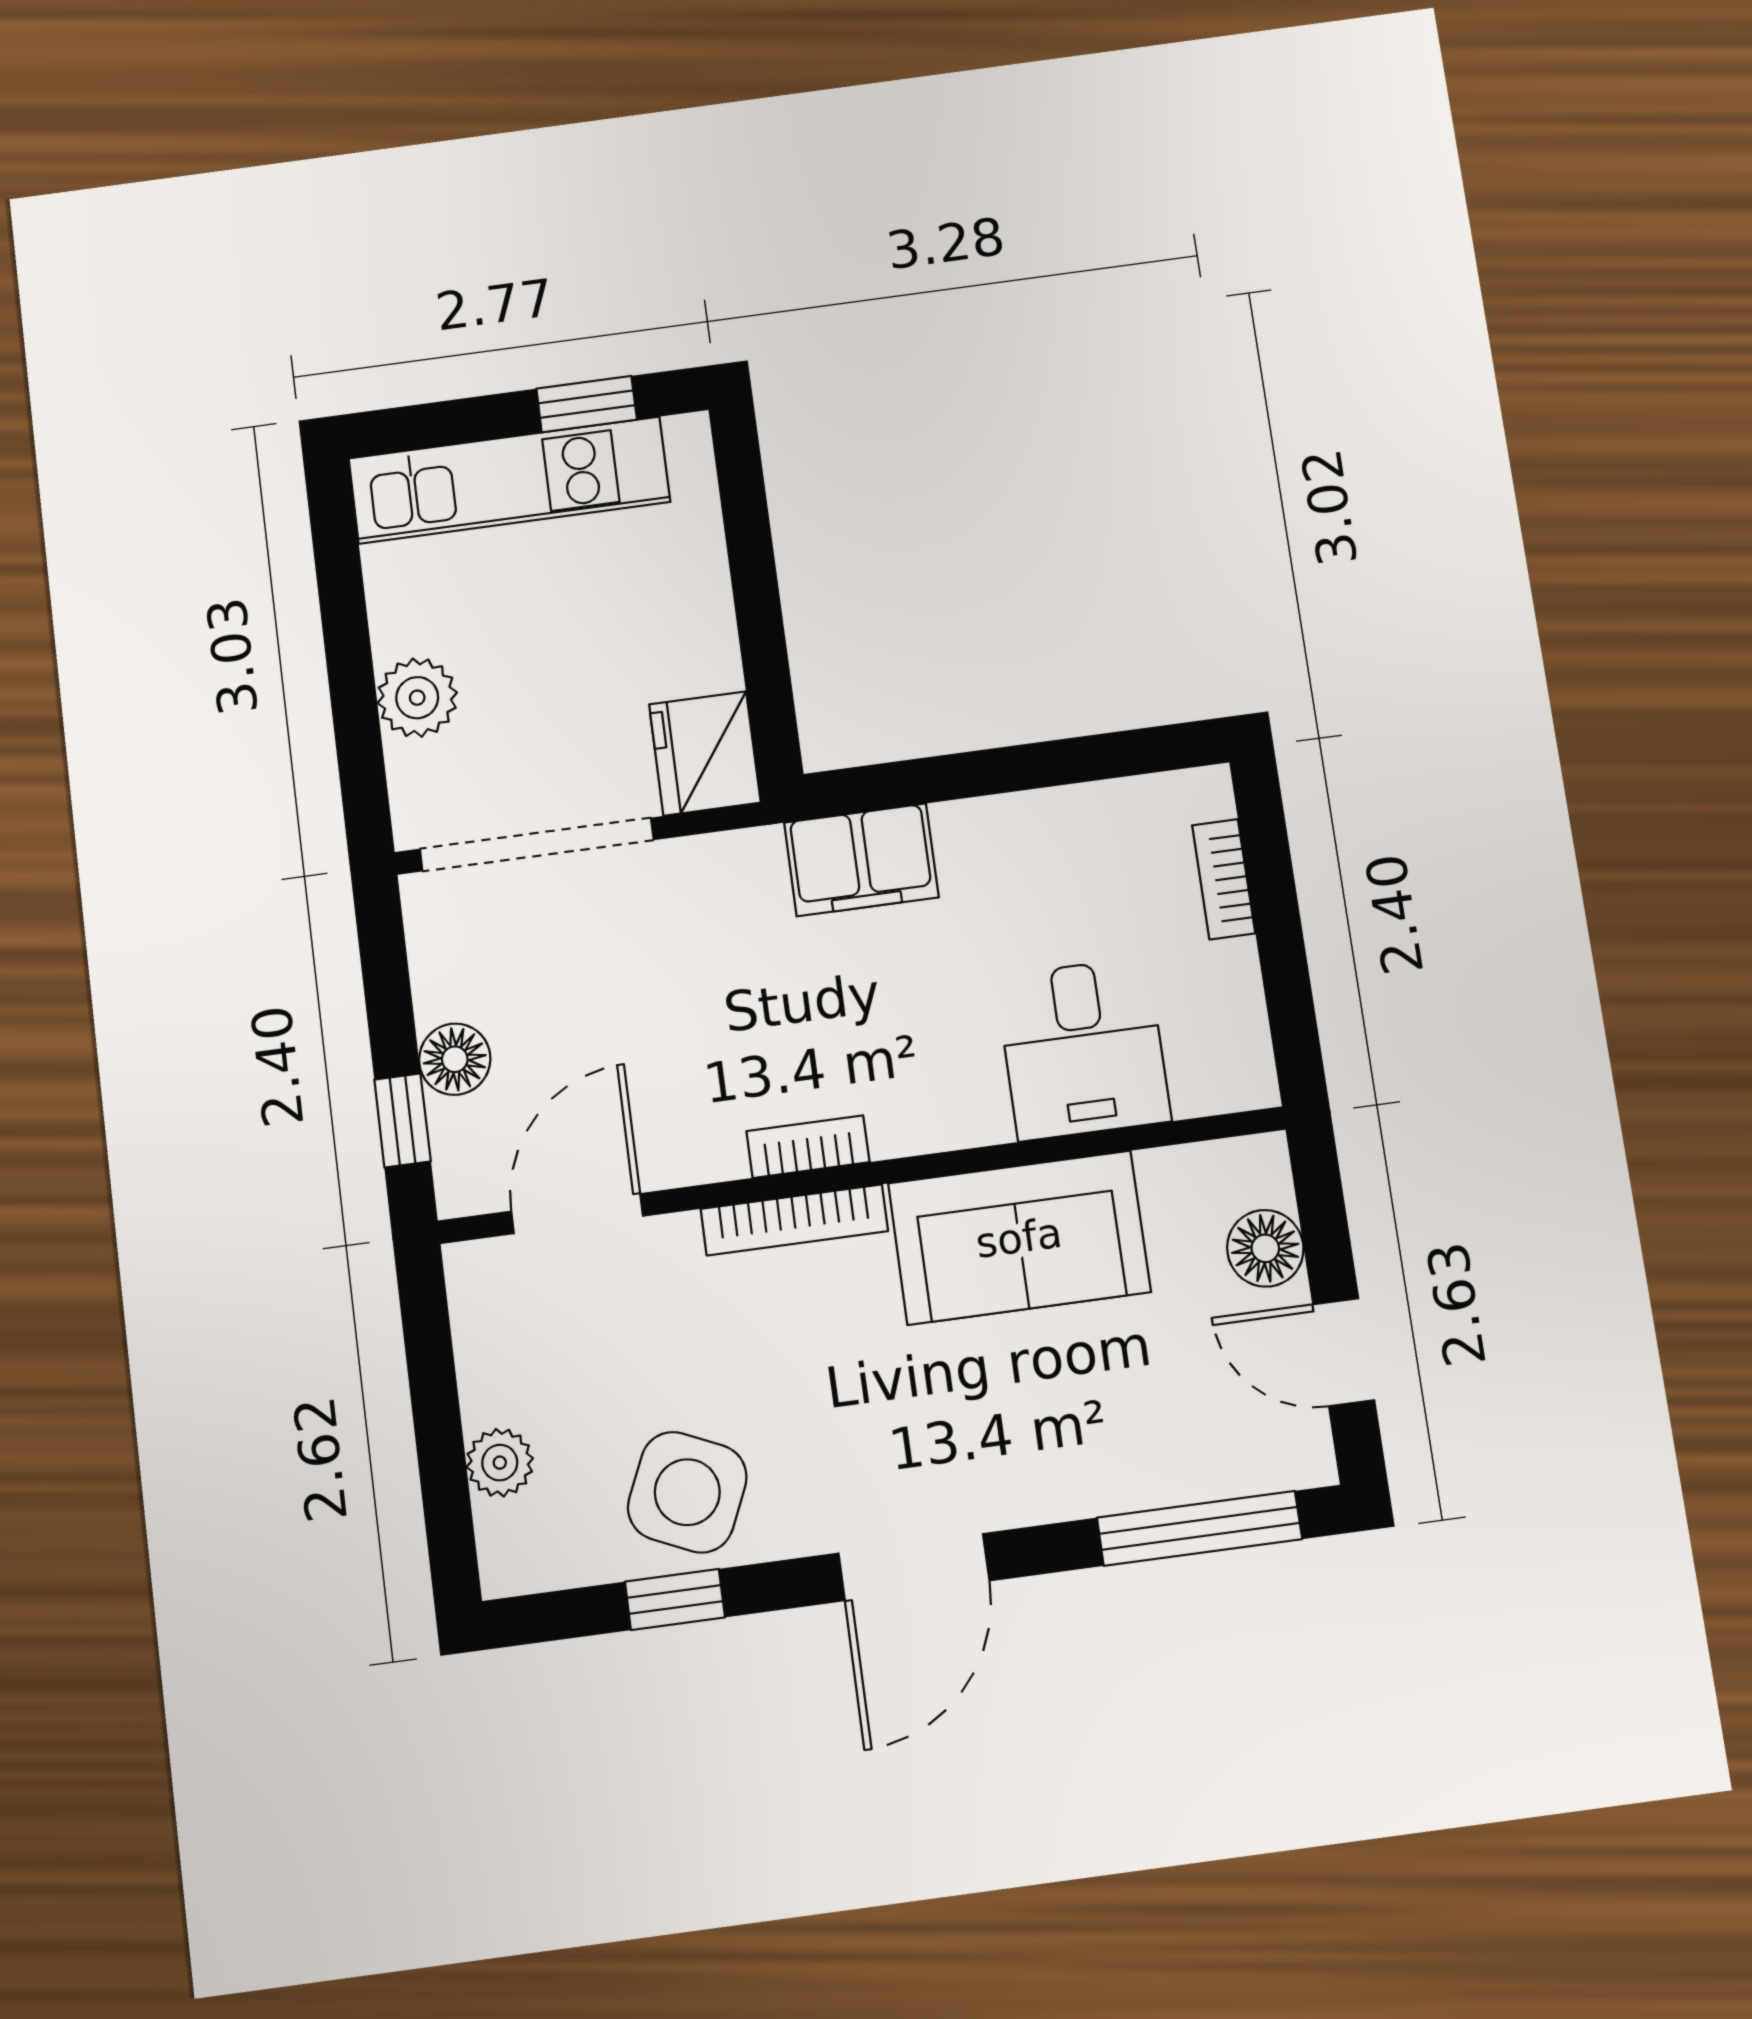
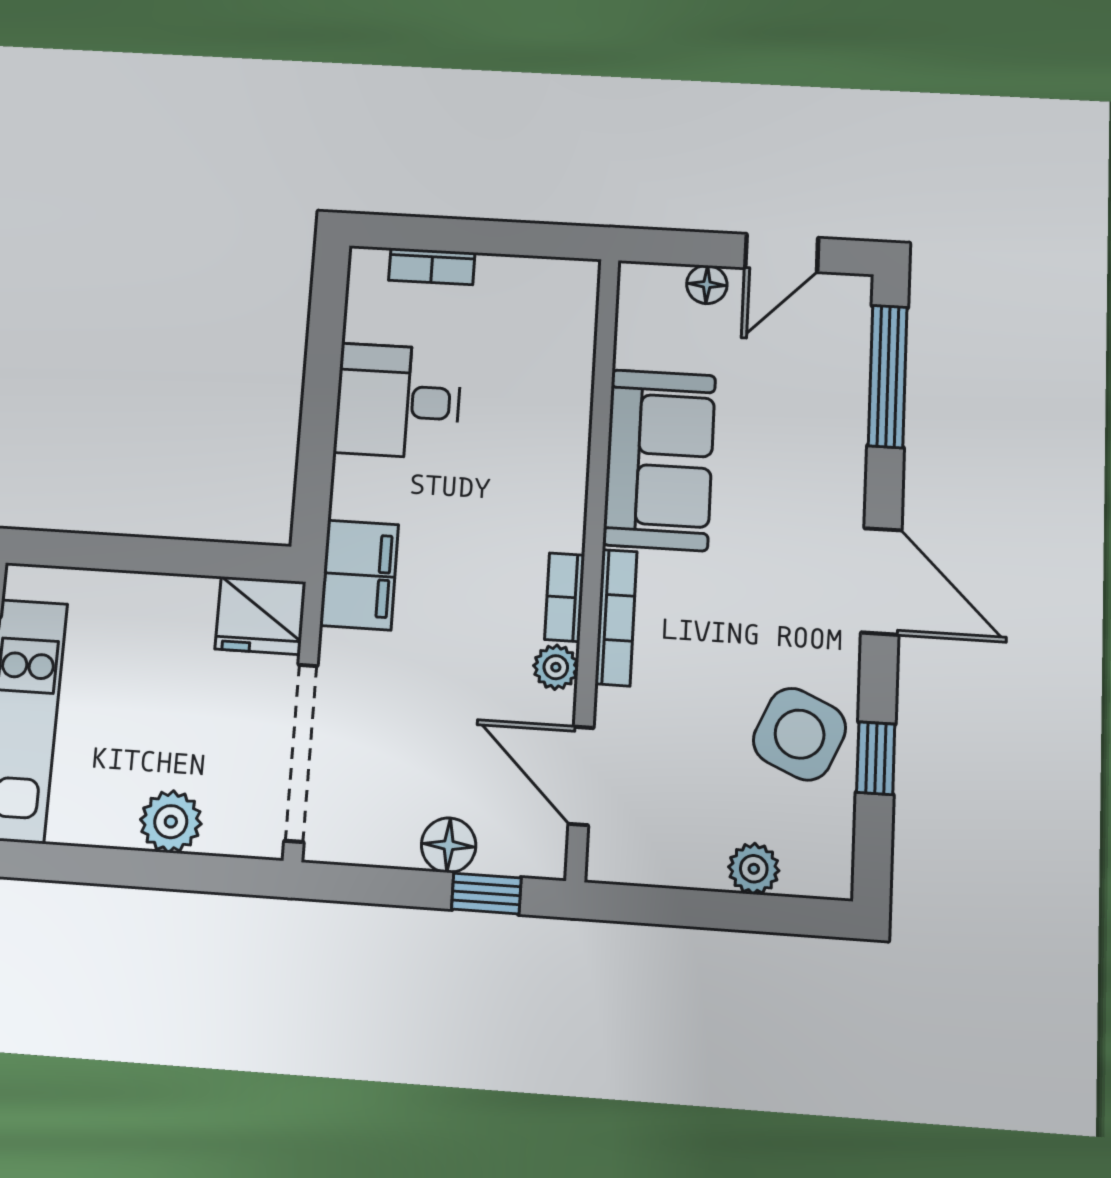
filing cabinet: (861, 860) -> (359, 575), moved
desk: (1083, 1049) -> (398, 401), moved, turned 180
plant: (713, 1153) -> (556, 667), added
floor lamp: (1265, 1248) -> (707, 284), width x0.73, depth x0.73

